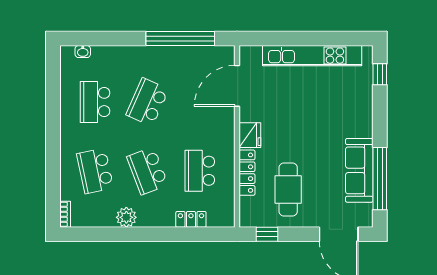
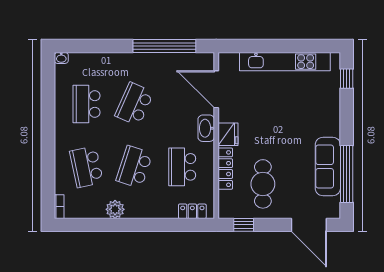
washbasin: (83, 52) -> (61, 58), moved
door: (237, 86) -> (216, 89), hinge flipped
washbasin: (226, 128) -> (206, 128), added
school desk: (147, 171) -> (134, 167), turned 39
locker: (191, 219) -> (192, 211), moved

